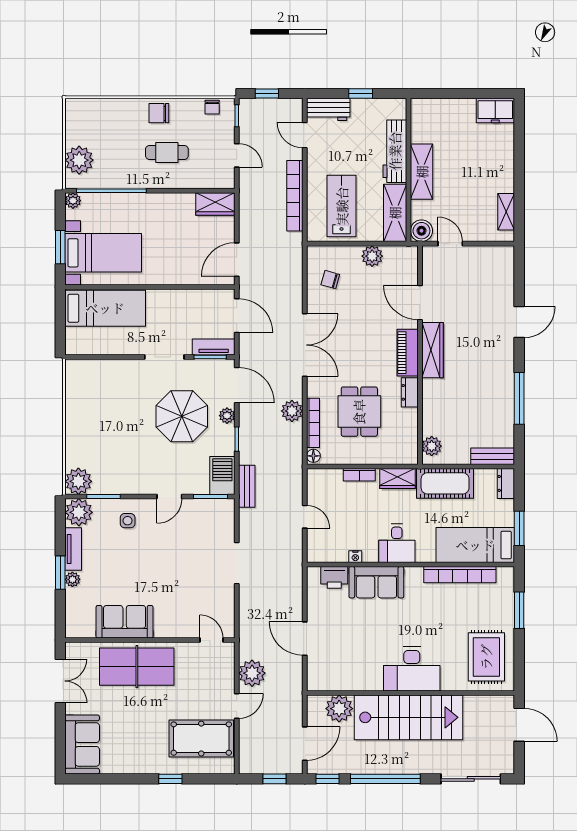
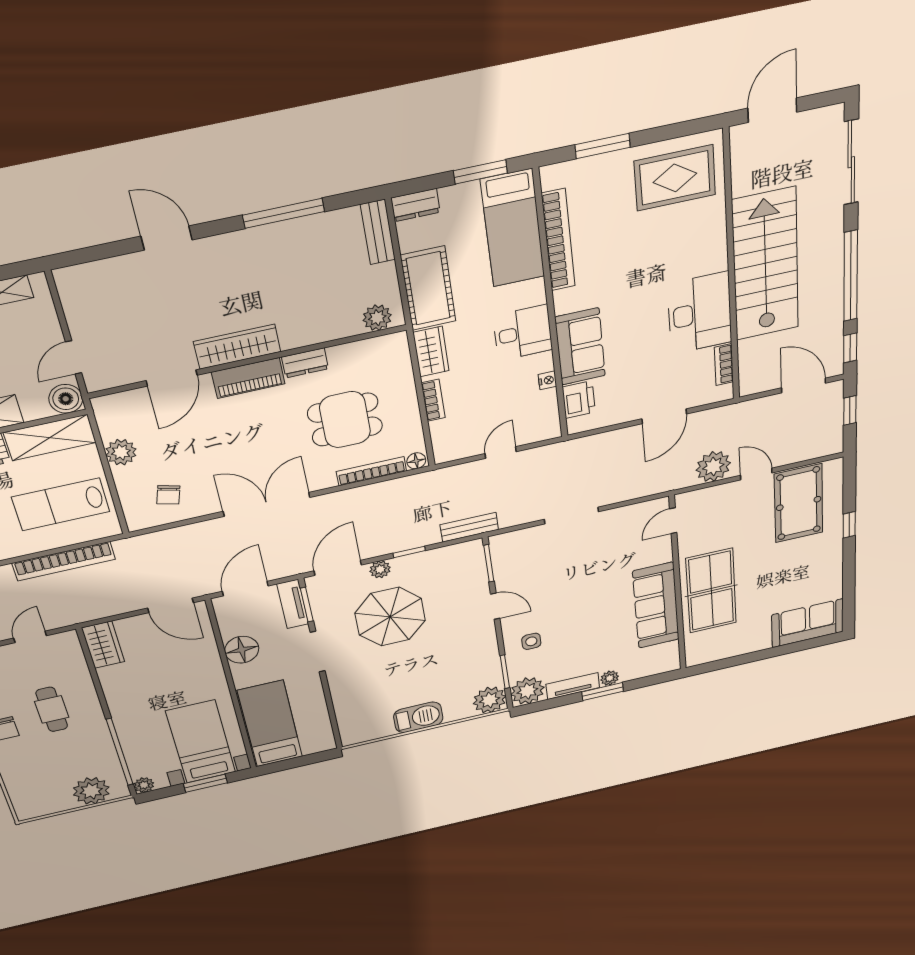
floor lamp: (182, 302) -> (242, 650), added
plant: (292, 411) -> (360, 499), removed
barbecue: (222, 476) -> (418, 717), moved, turned 180
sofa: (125, 622) -> (656, 605), width x1.36
desk: (412, 669) -> (700, 313), moved
double door: (60, 681) -> (732, 662), removed
bookcase: (337, 685) -> (724, 365), added
plant: (339, 709) -> (756, 355), removed

